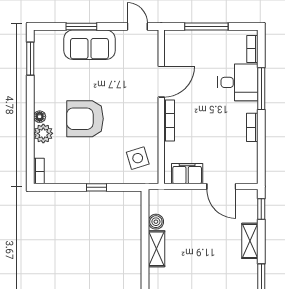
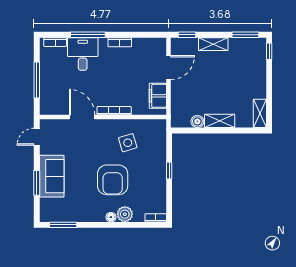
side table: (138, 158) -> (128, 143), moved

